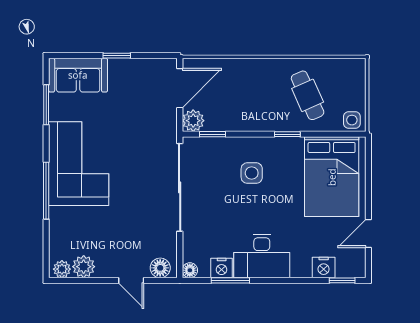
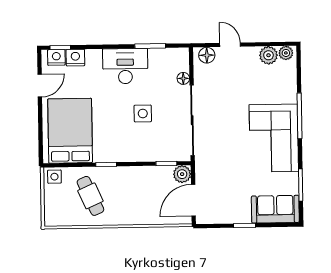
side table: (252, 173) -> (143, 113), moved
nightstand: (222, 268) -> (56, 57), moved
floor lamp: (190, 270) -> (183, 78), moved

